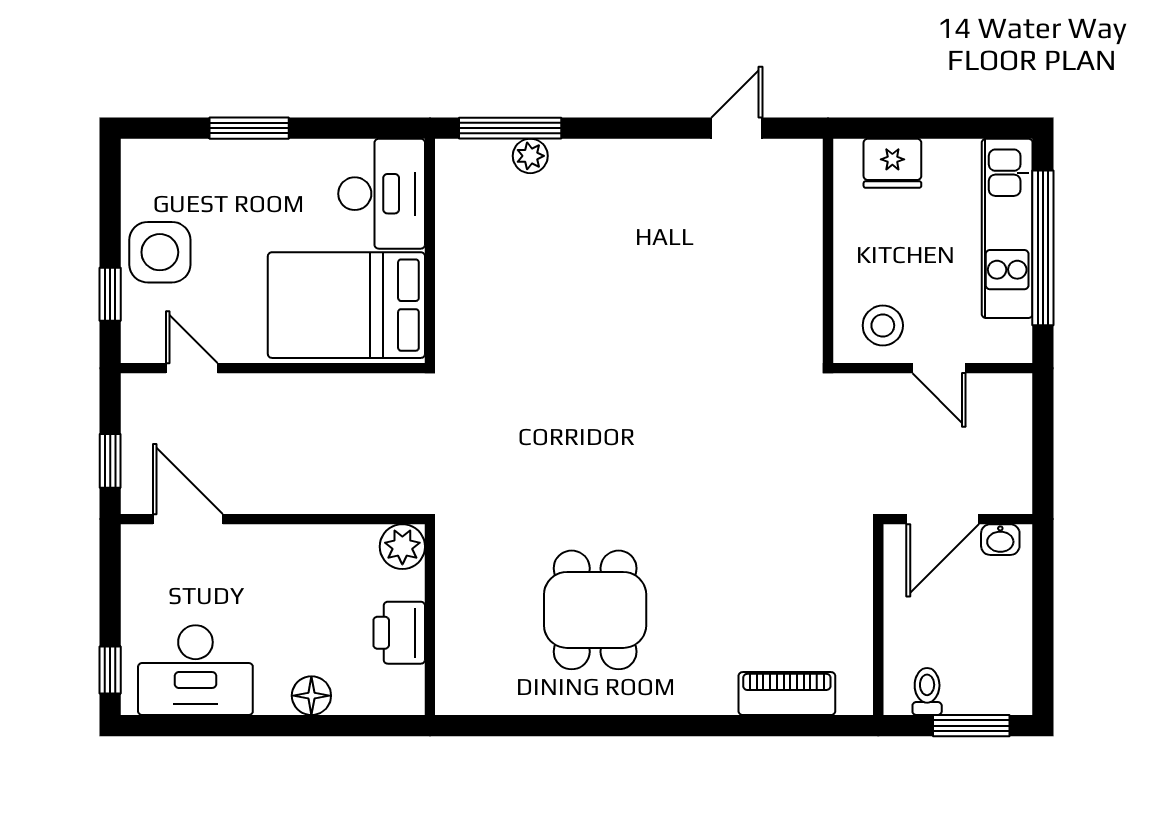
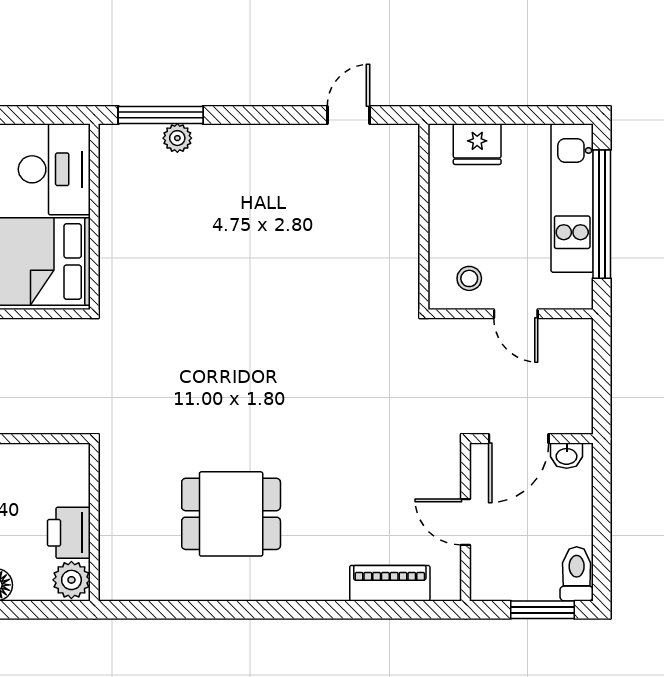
stool: (883, 325) -> (469, 278), width x0.73, depth x0.73
plant: (402, 547) -> (71, 580), moved
dining table: (595, 610) -> (231, 514), turned 90
door: (878, 620) -> (465, 522), added
toilet: (927, 691) -> (577, 574), moved, width x1.37, depth x1.39

